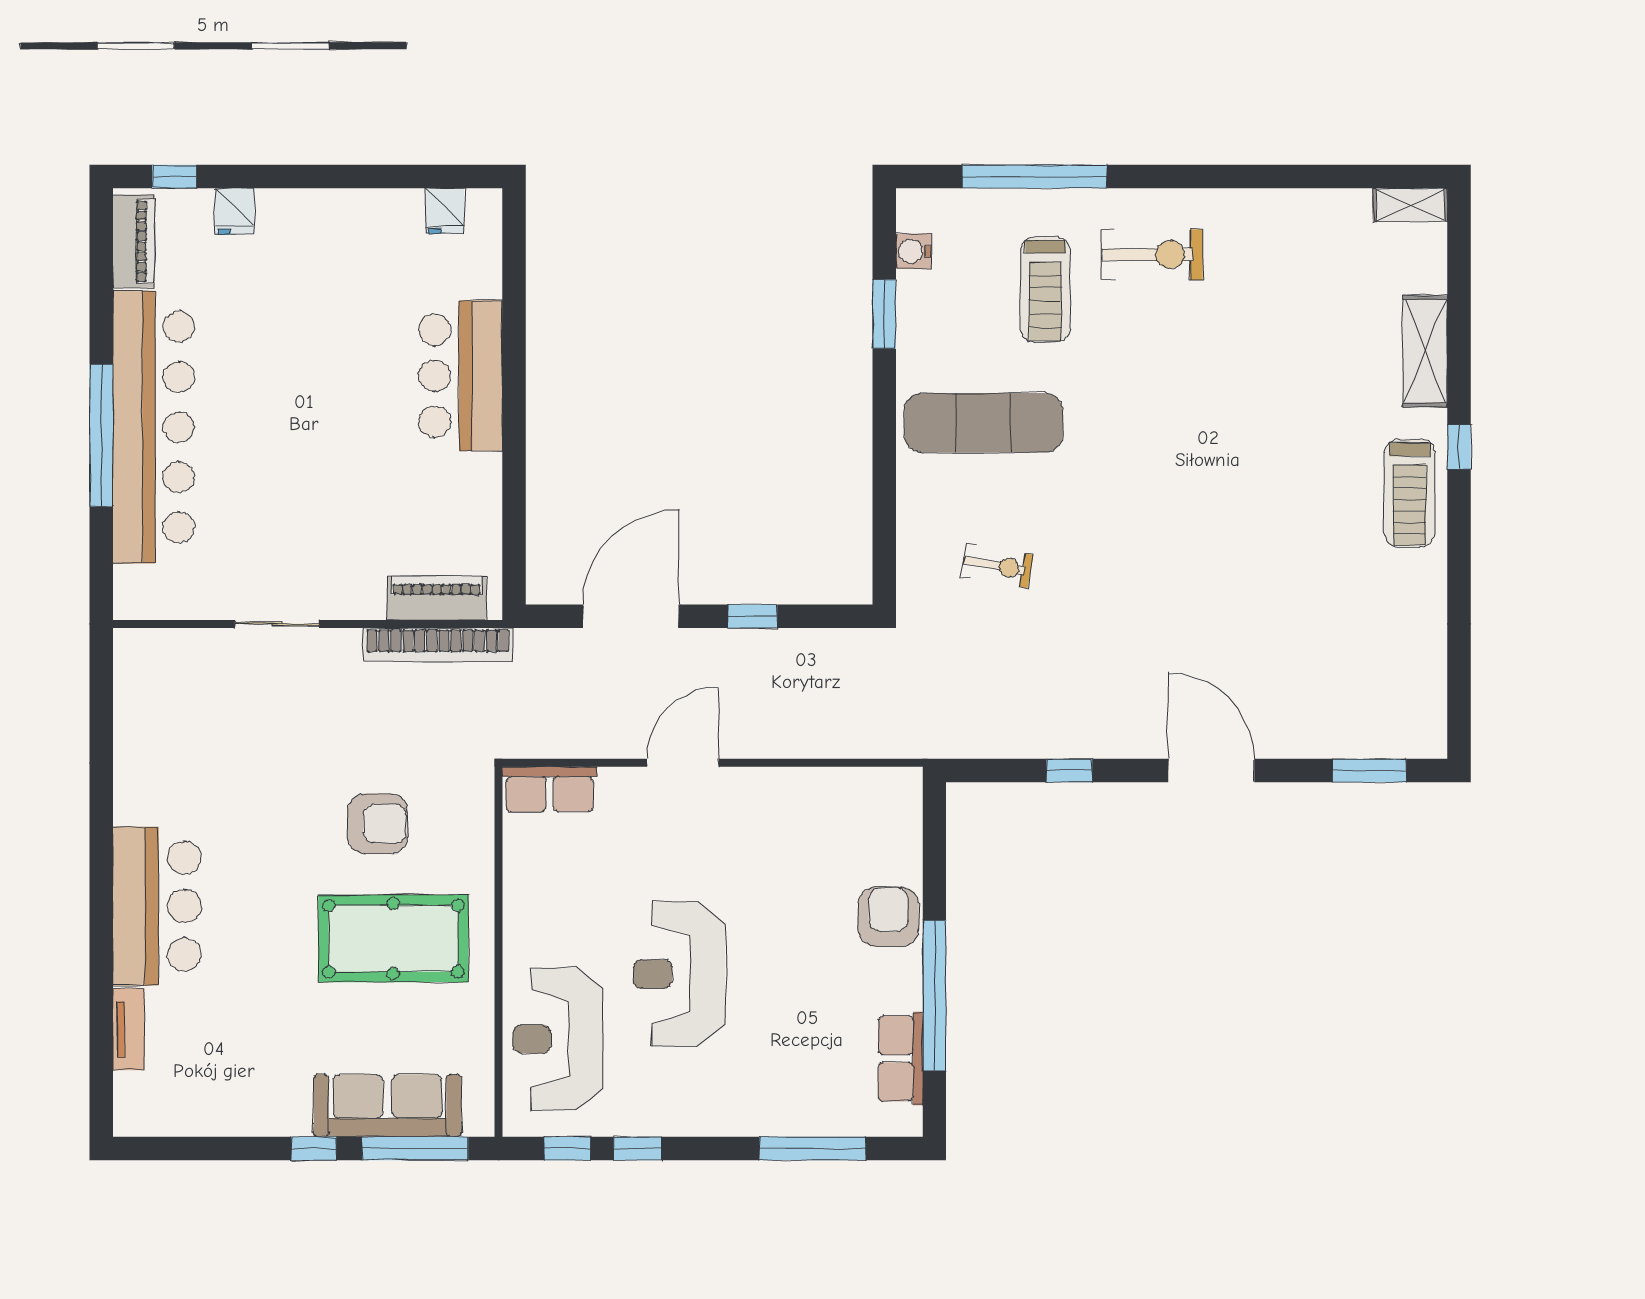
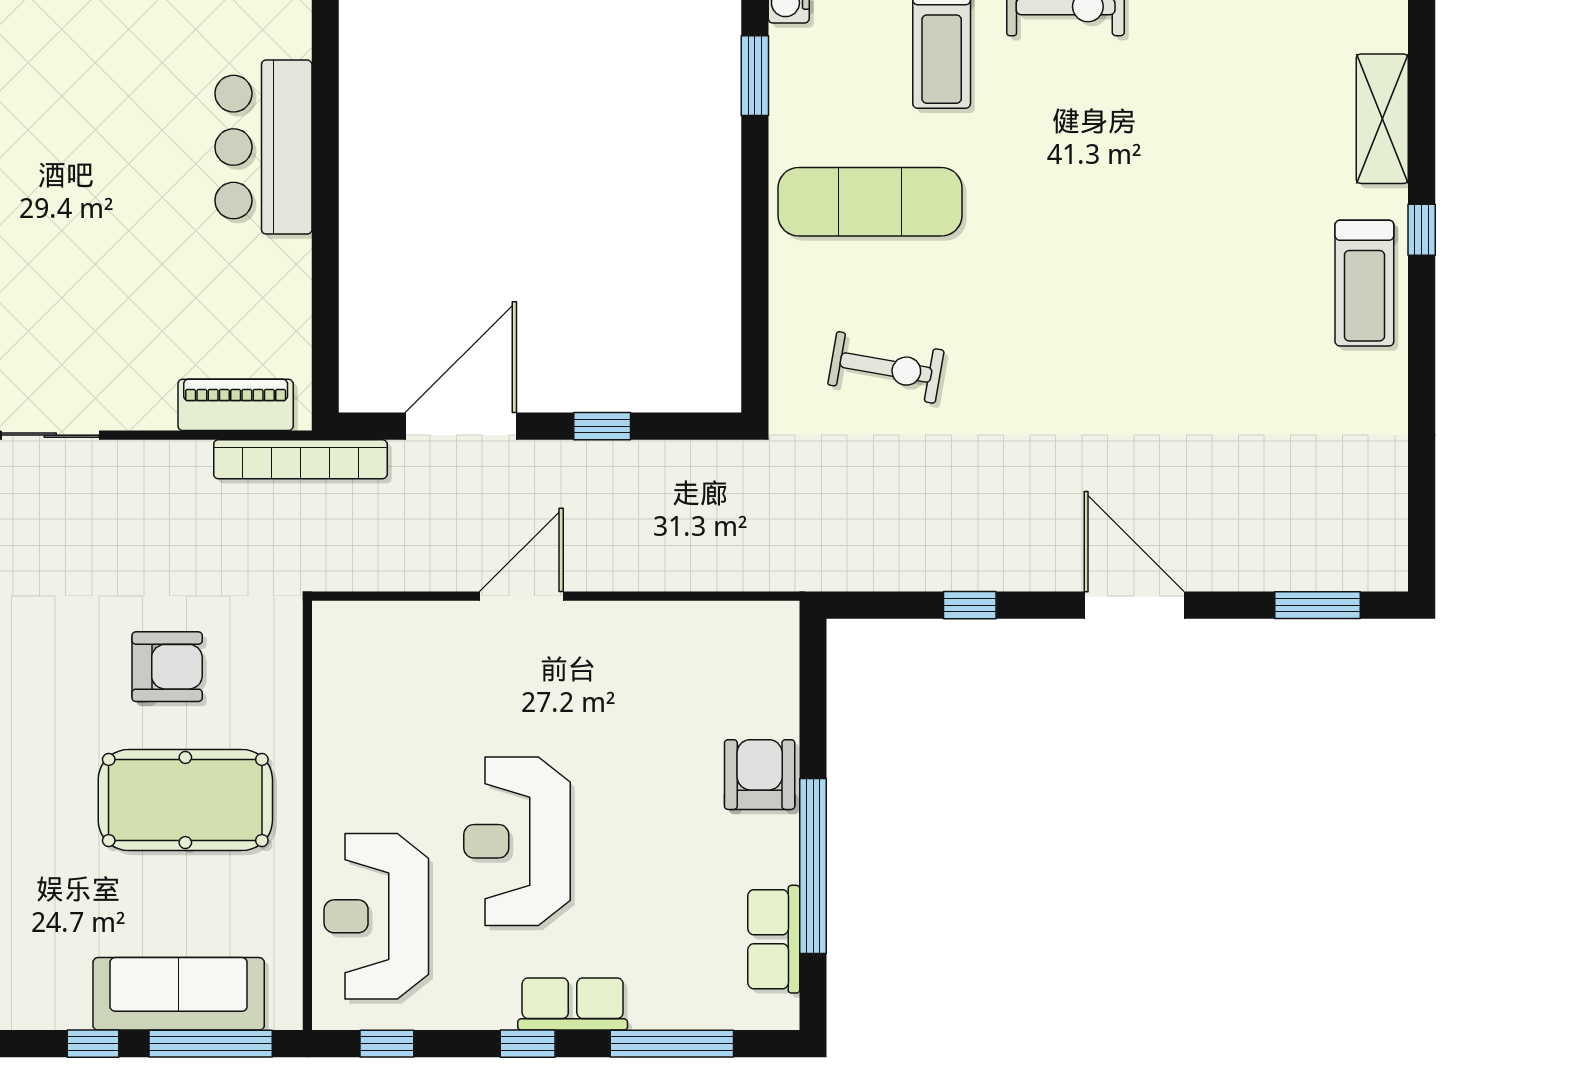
exercise bike: (997, 566) -> (886, 367), width x1.38, depth x1.39
bookcase: (438, 645) -> (300, 459), moved
row of seats: (550, 789) -> (573, 1004), moved, turned 180
window: (637, 1149) -> (528, 1044), moved

